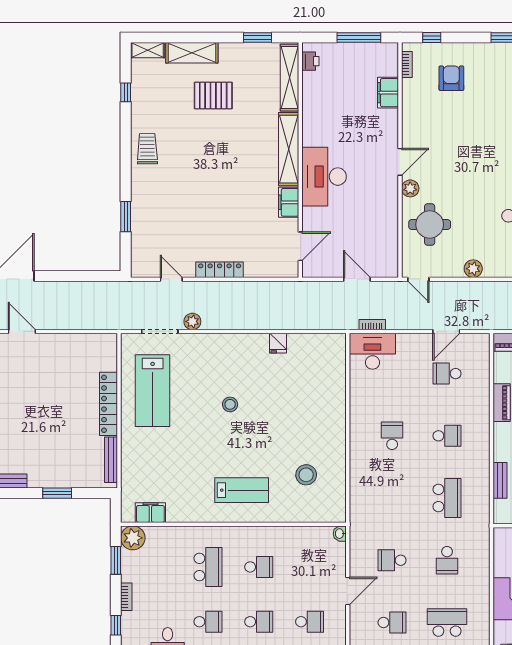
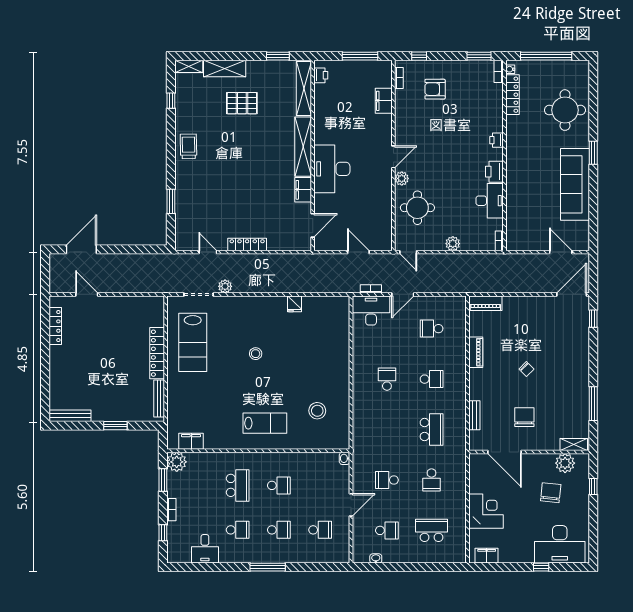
armchair: (451, 78) -> (435, 89), turned -90
door: (446, 331) -> (403, 294), moved

